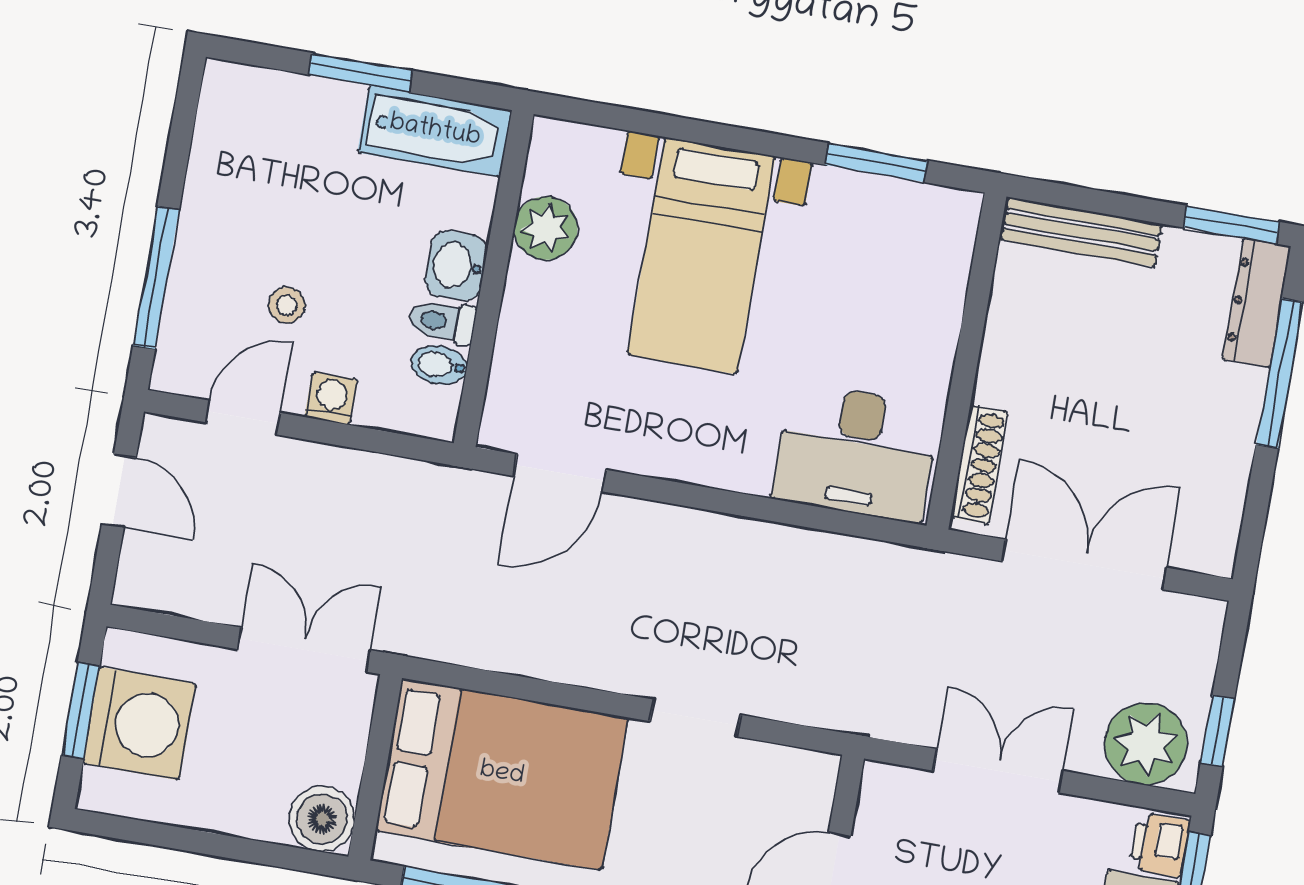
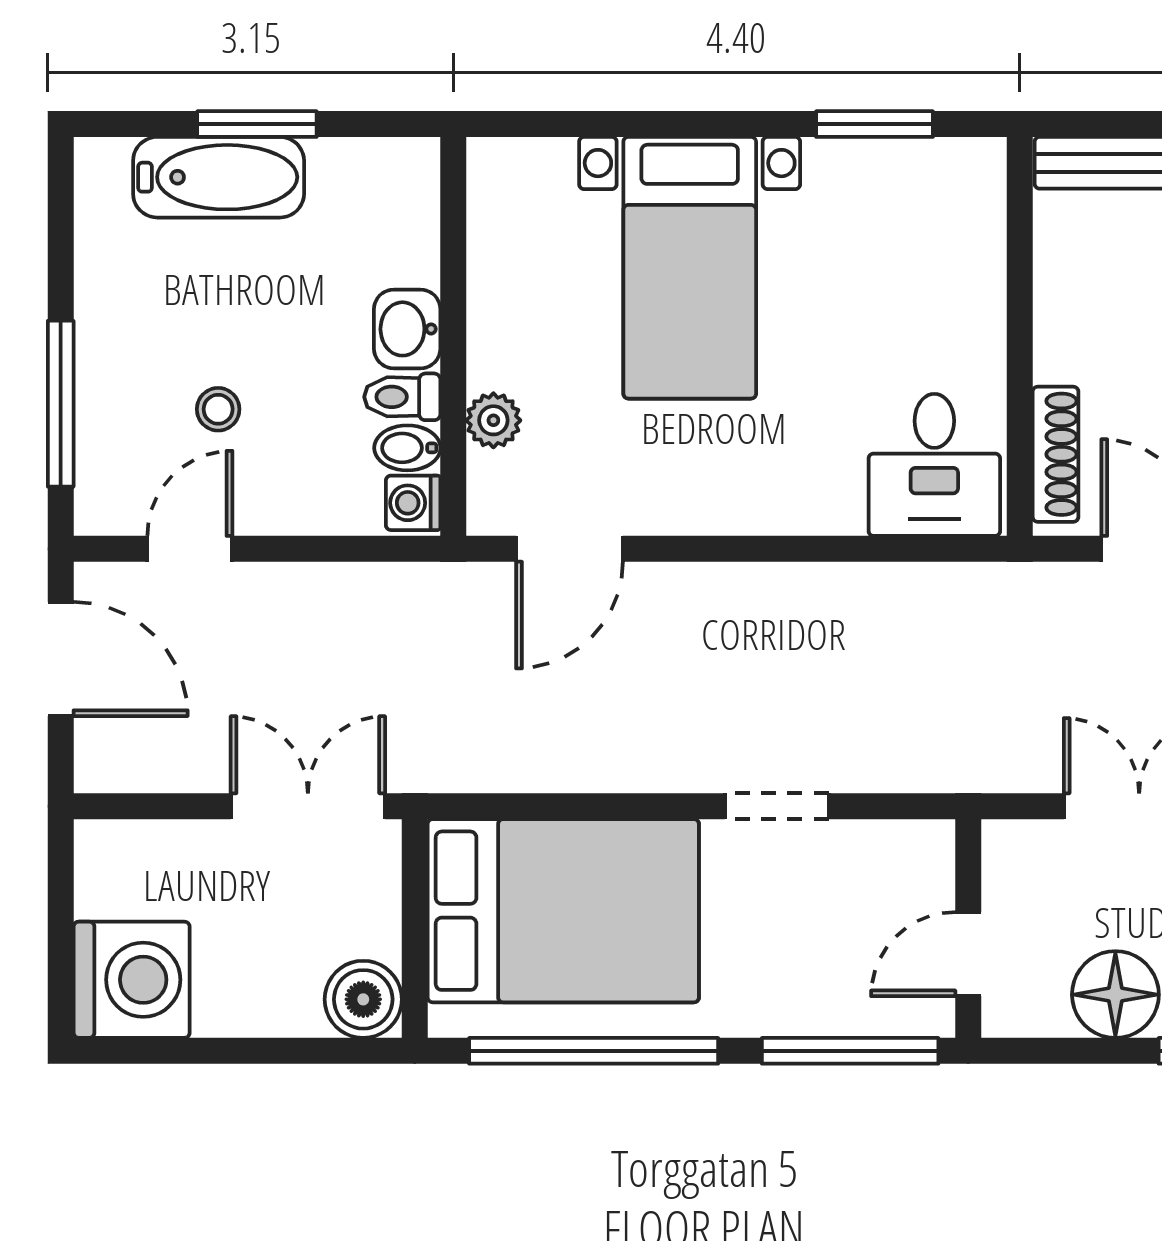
bathtub: (435, 131) -> (219, 177), moved
plant: (546, 228) -> (493, 420), moved, width x0.73, depth x0.73
washing machine: (331, 398) -> (413, 503), moved, turned -90
desk: (856, 452) -> (934, 465), width x0.73
door: (119, 491) -> (61, 659), width x1.38
window: (81, 710) -> (61, 922), removed
washing machine: (139, 724) -> (132, 980), moved

